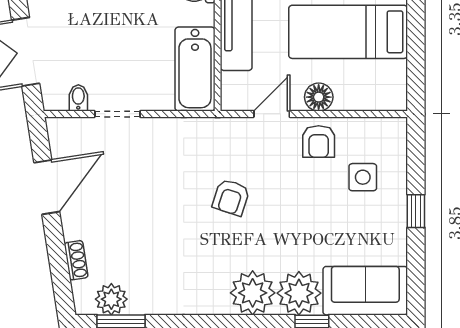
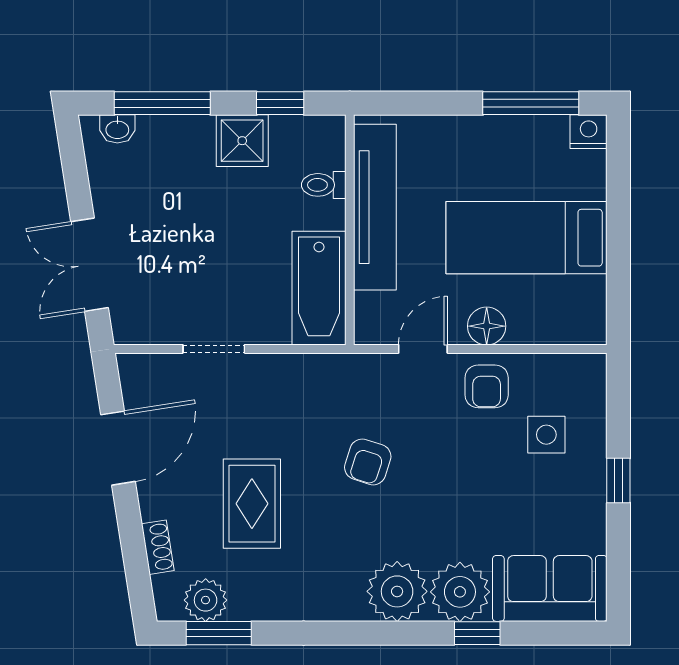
bidet: (78, 98) -> (161, 327), removed
rug: (146, 228) -> (252, 504), added

